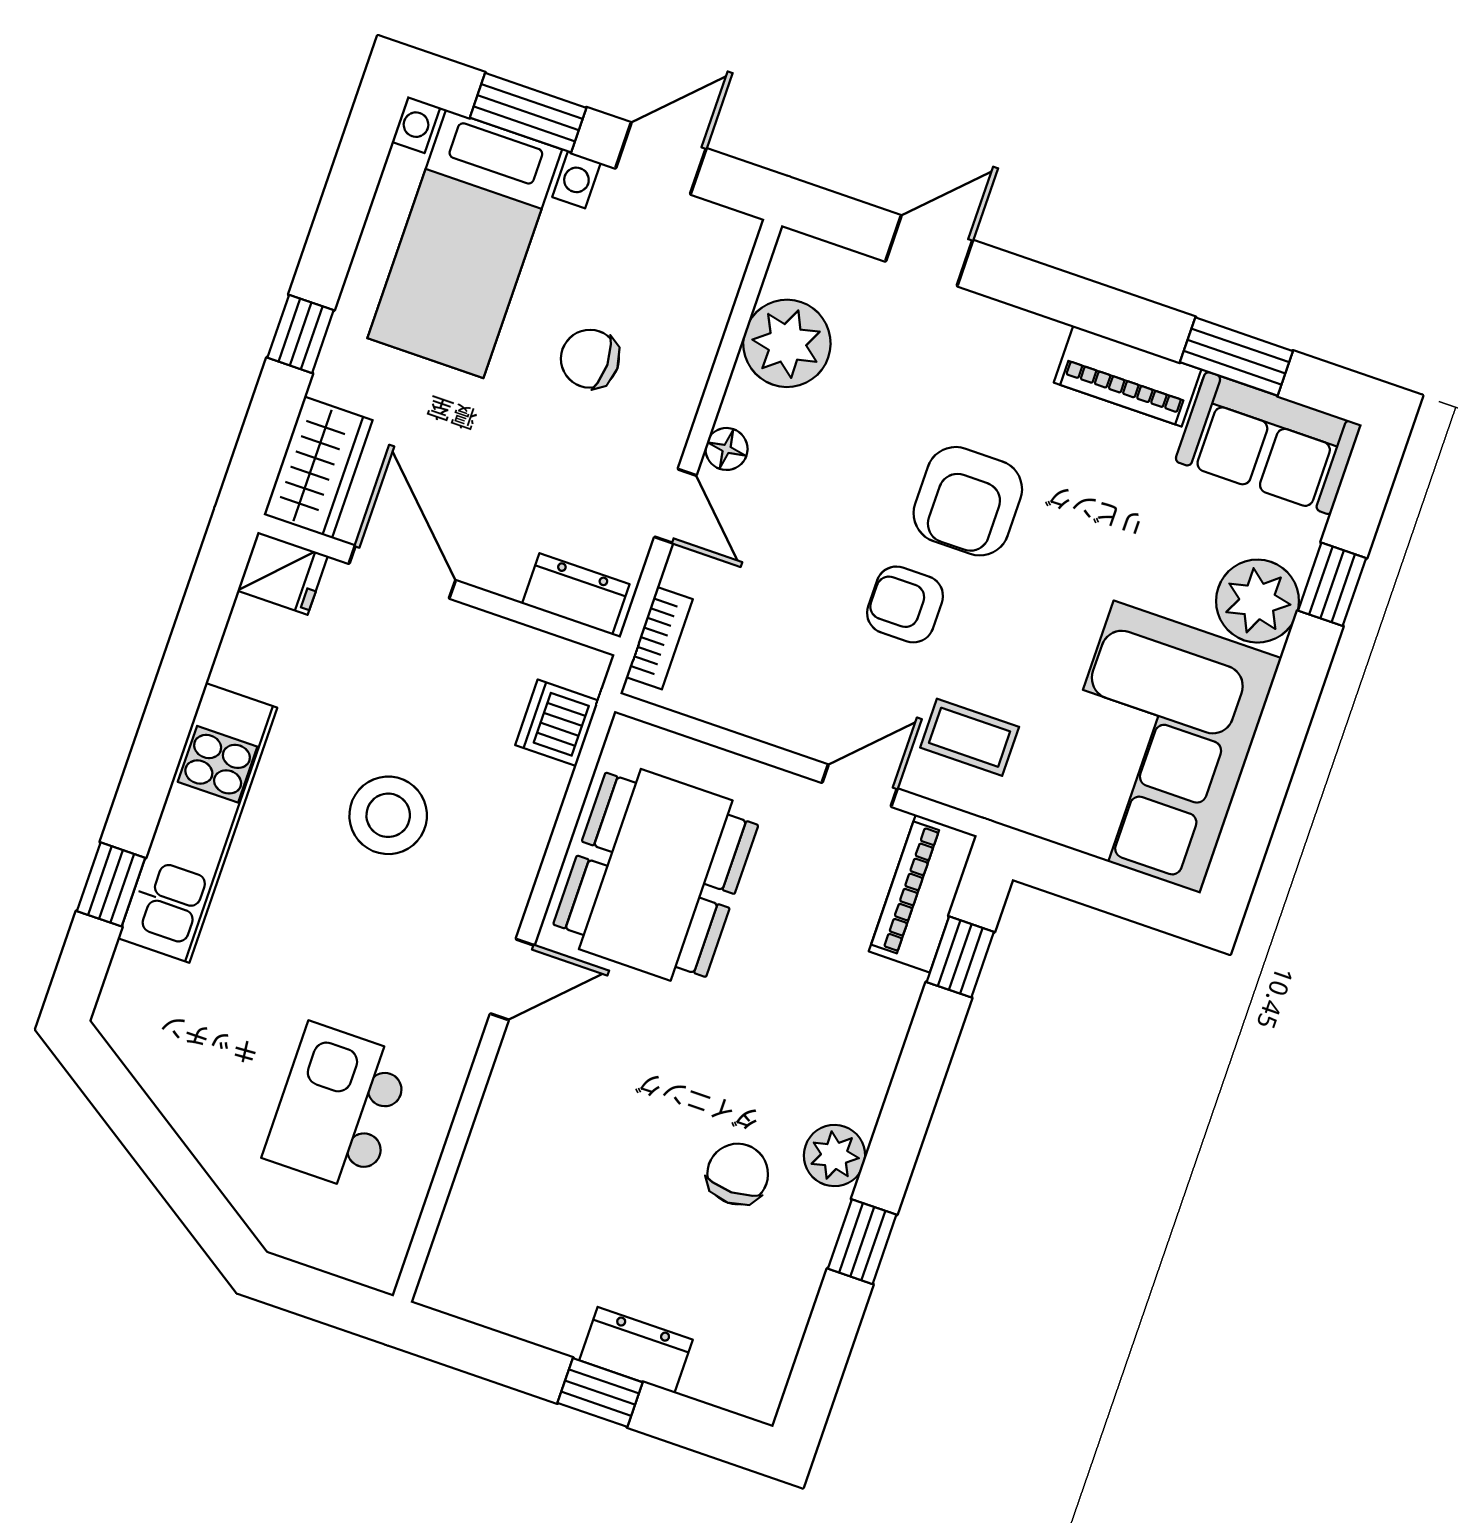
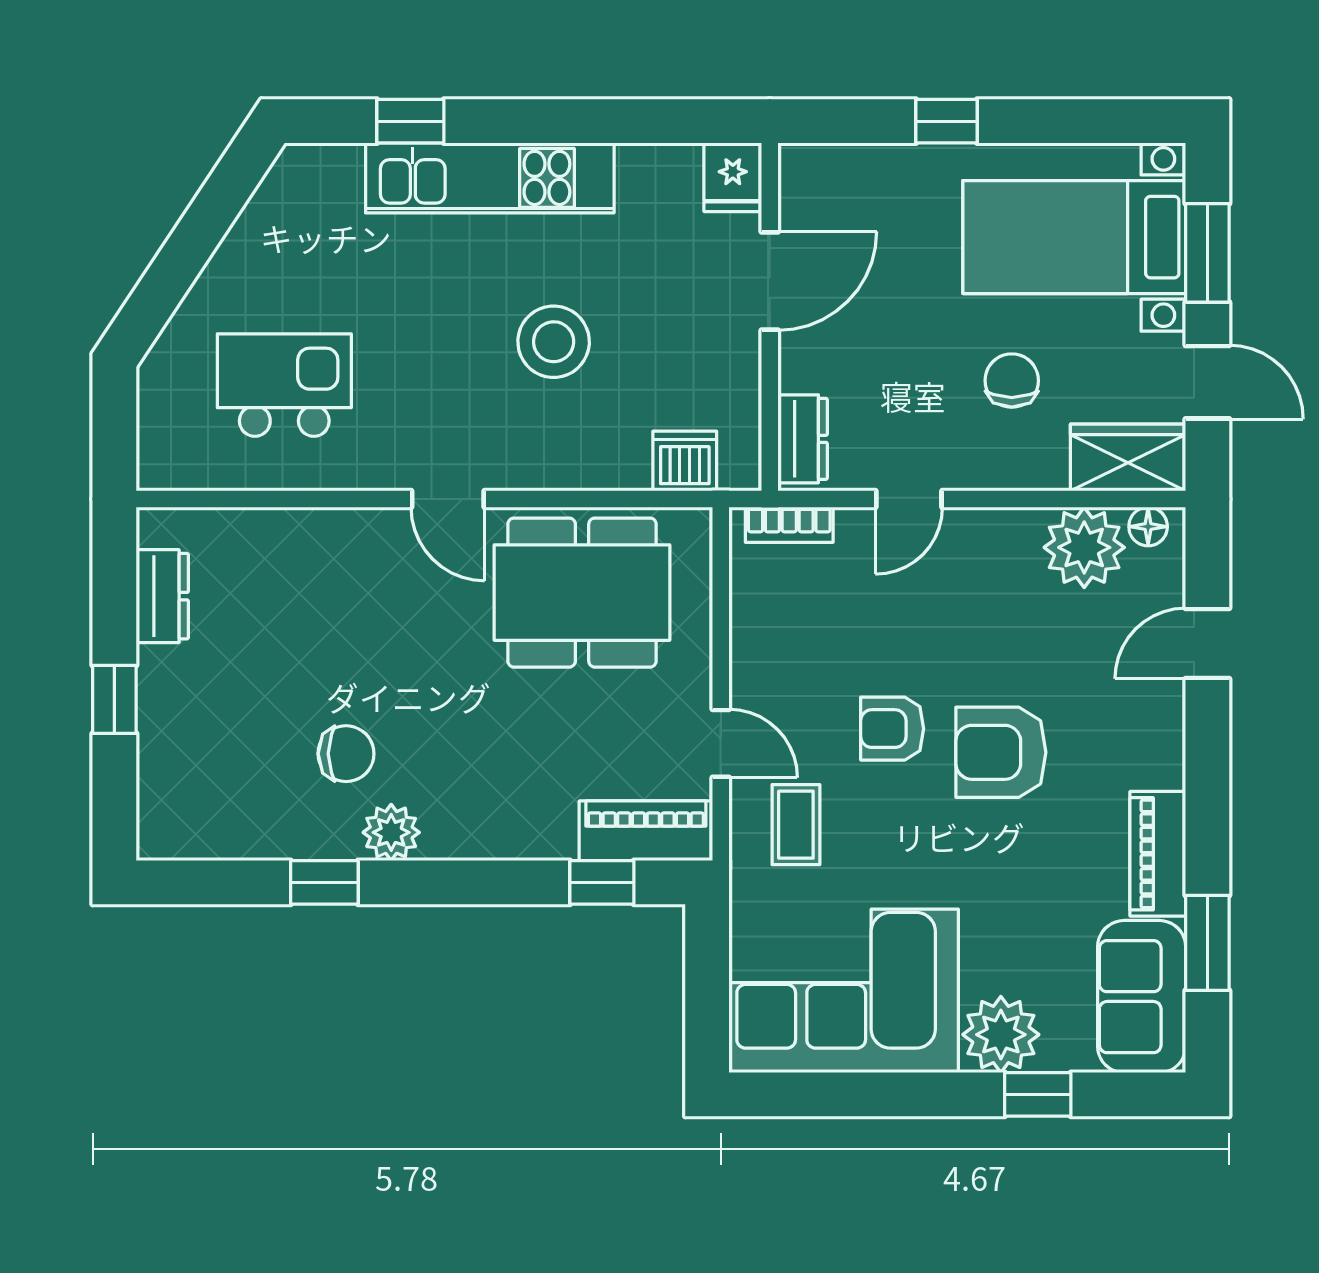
door: (929, 251) -> (1207, 644), swing flipped
floor lamp: (727, 449) -> (1148, 527), moved
wardrobe: (318, 467) -> (1128, 457), moved, turned 180
armchair: (905, 604) -> (892, 729), turned -90
dresser: (636, 1350) -> (162, 596), moved

